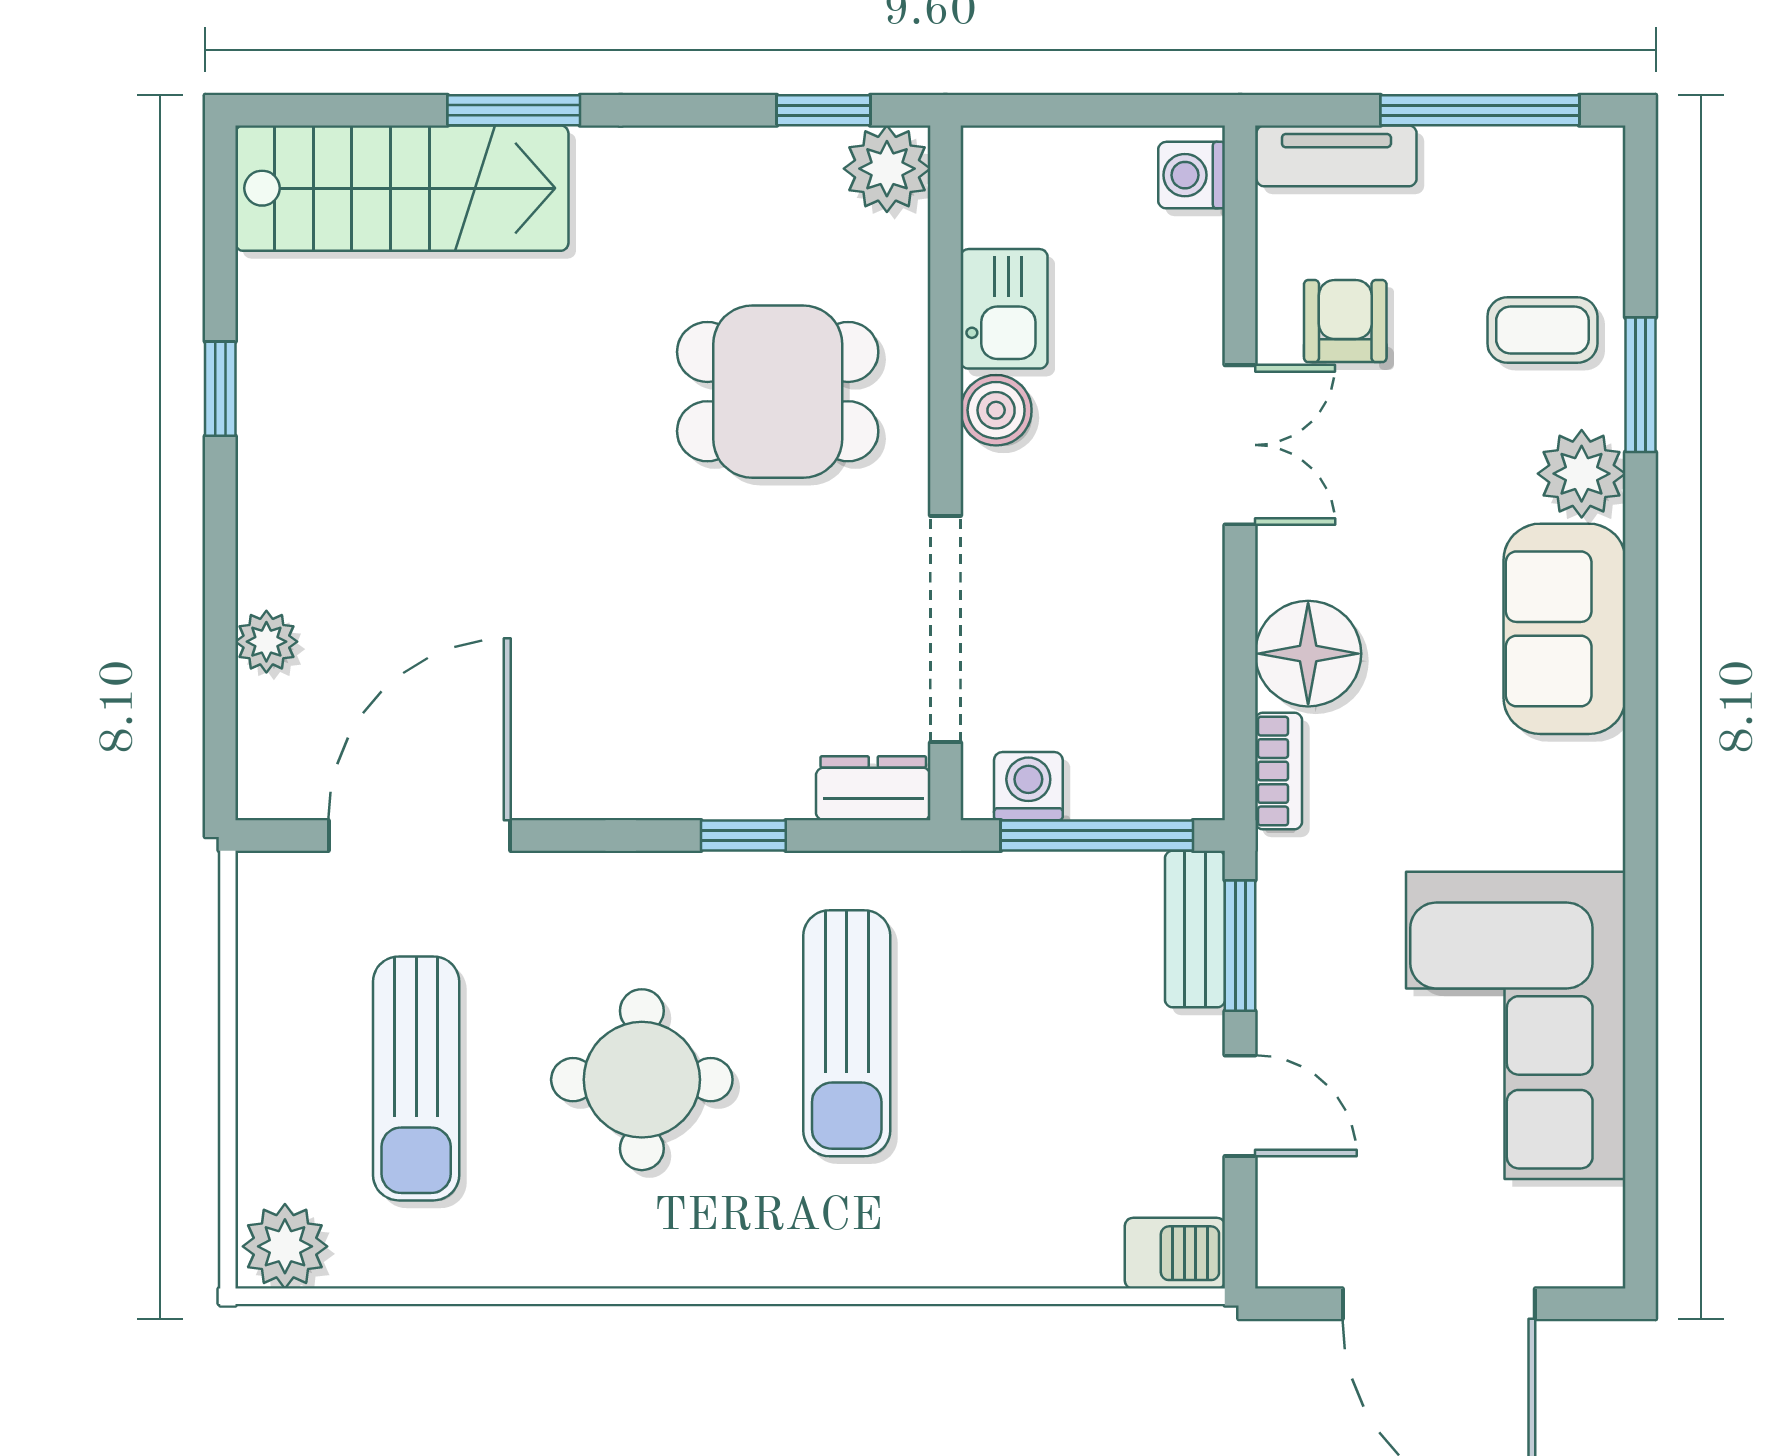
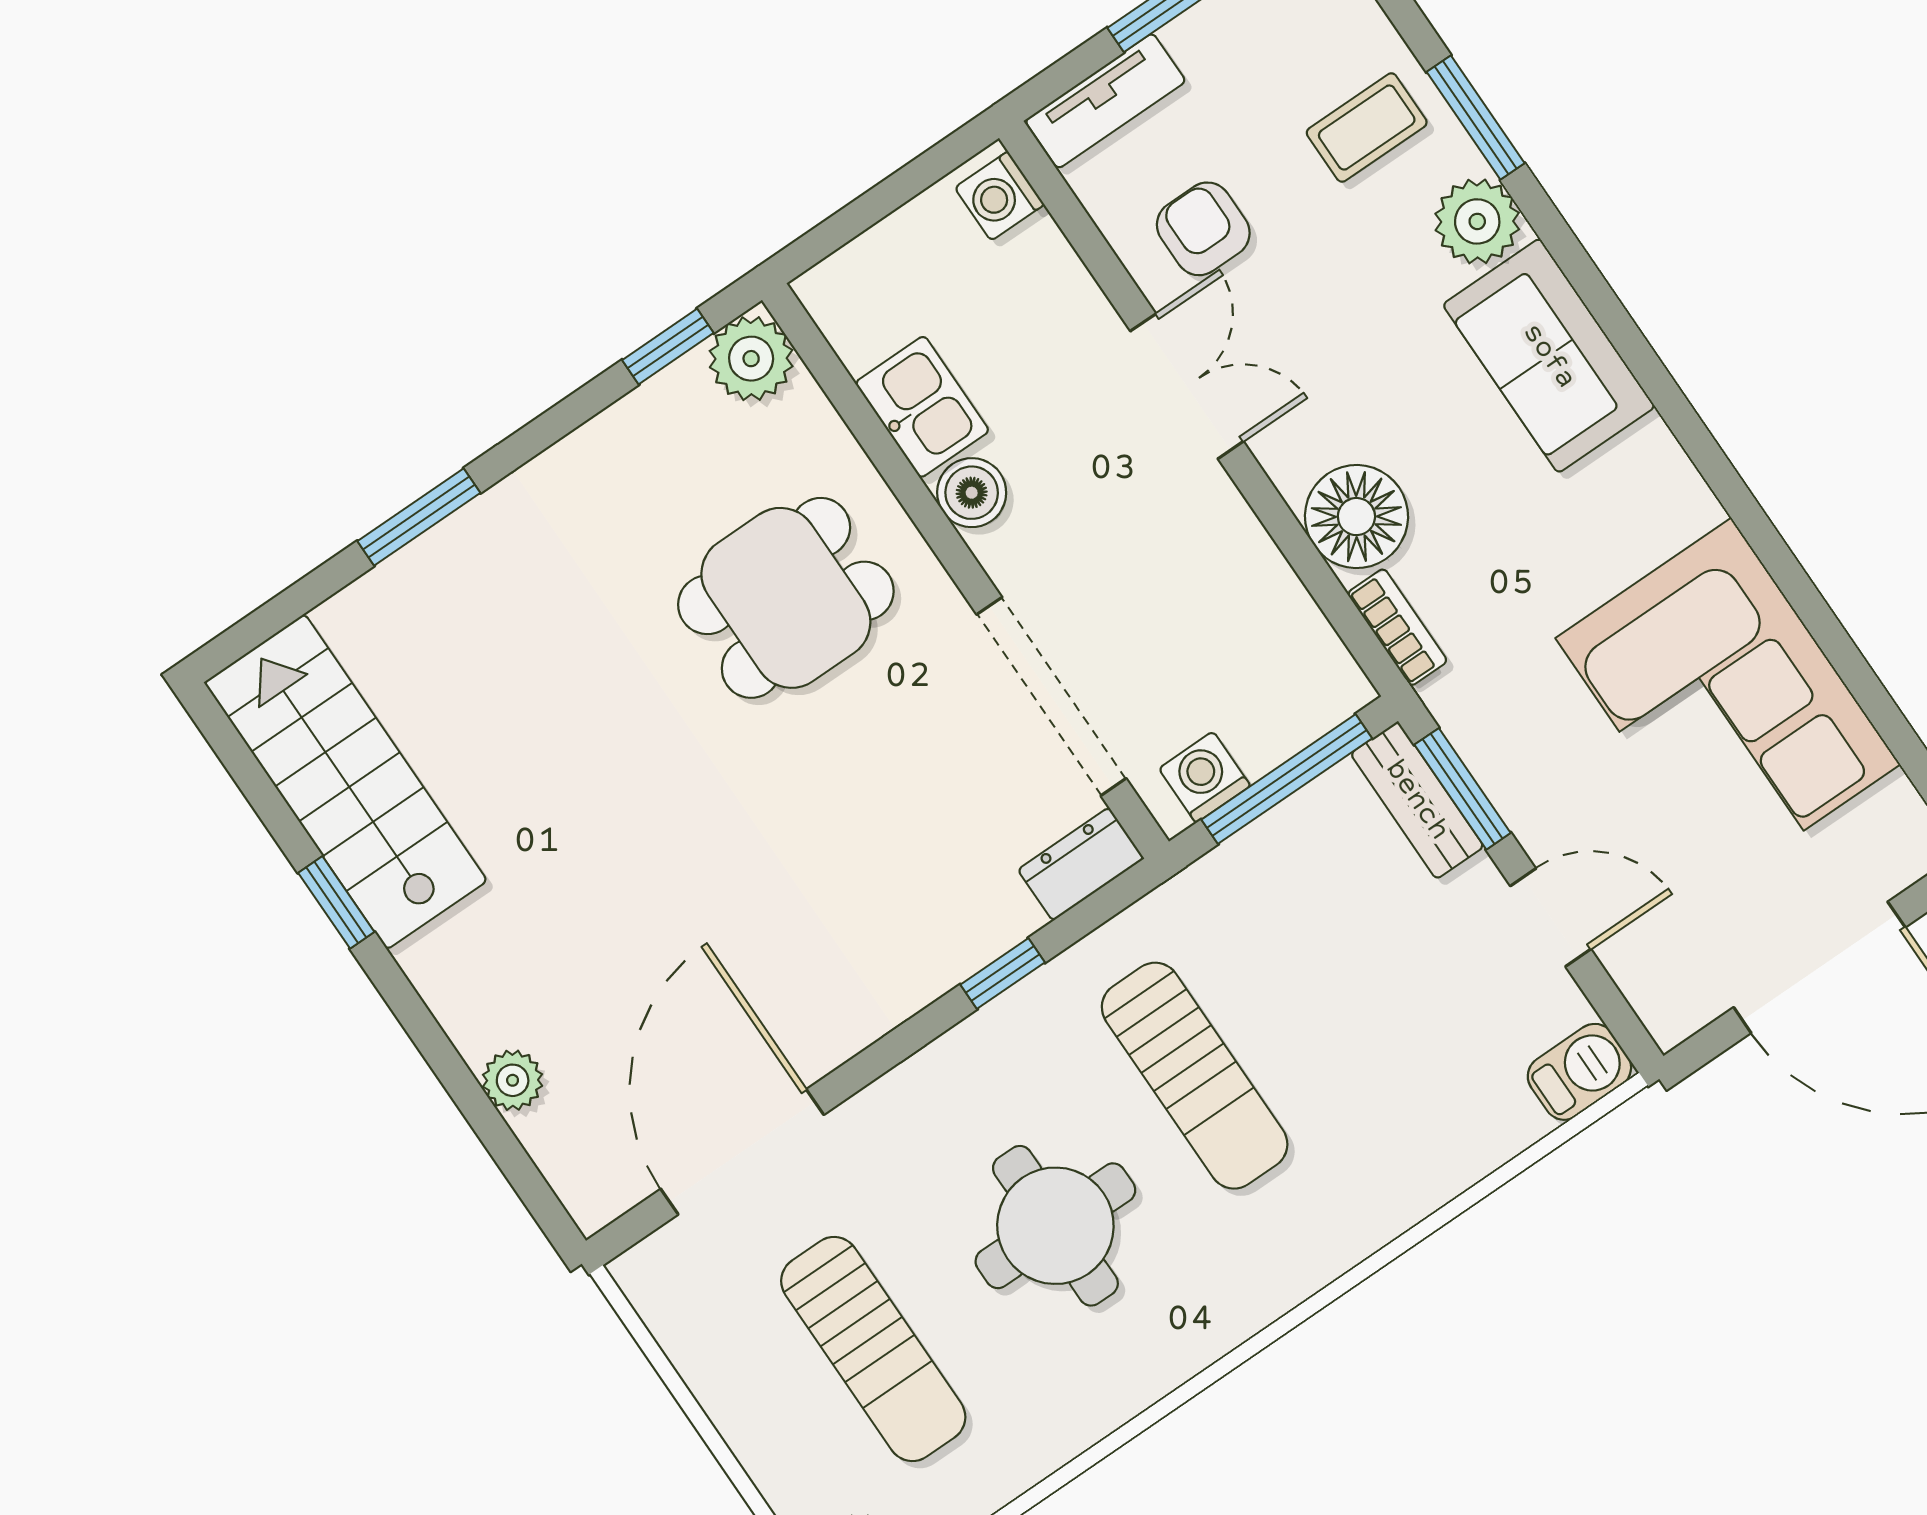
stairs: (402, 188) -> (346, 782), moved, turned -90

